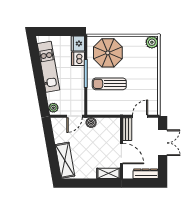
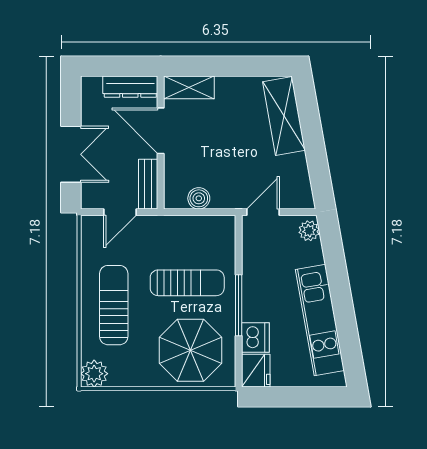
sun lounger: (143, 74) -> (114, 305), added
boiler: (91, 123) -> (199, 198), moved
double door: (163, 143) -> (71, 154), swing flipped
dresser: (146, 174) -> (130, 87), moved

